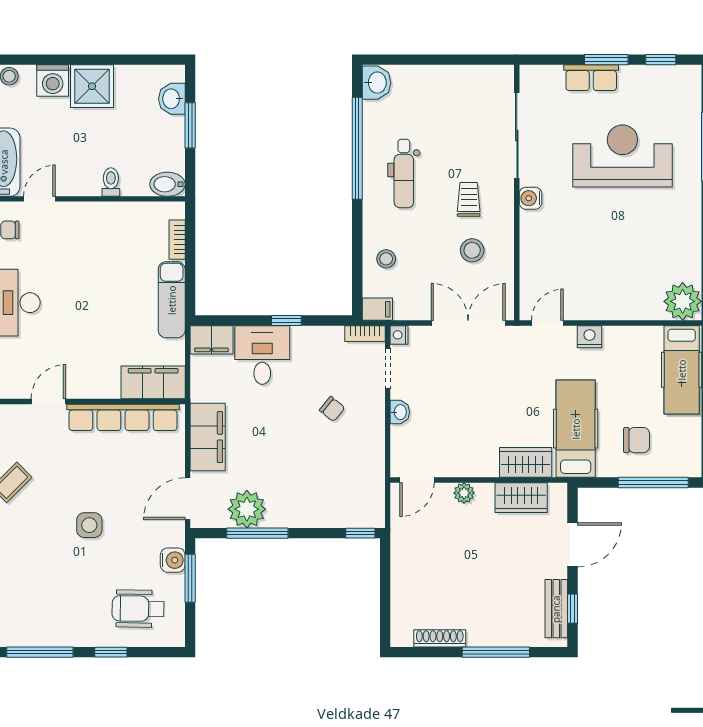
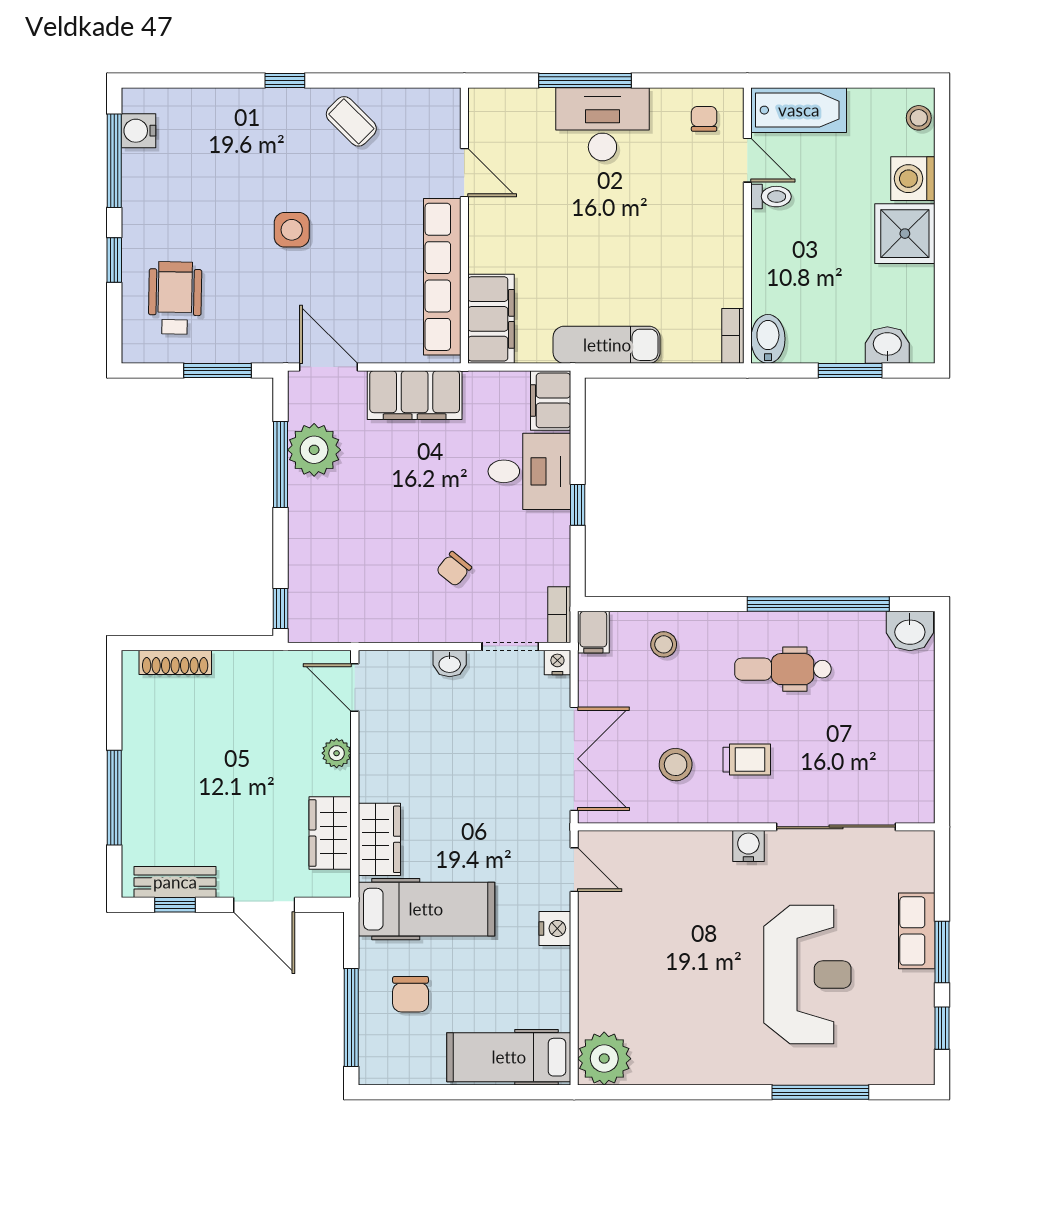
toilet: (111, 182) -> (771, 197), moved
bookcase: (177, 240) -> (733, 336), moved, turned -90
water cooler: (173, 560) -> (138, 131), moved, turned 90
shoe rack: (440, 638) -> (175, 662), moved, turned 90

